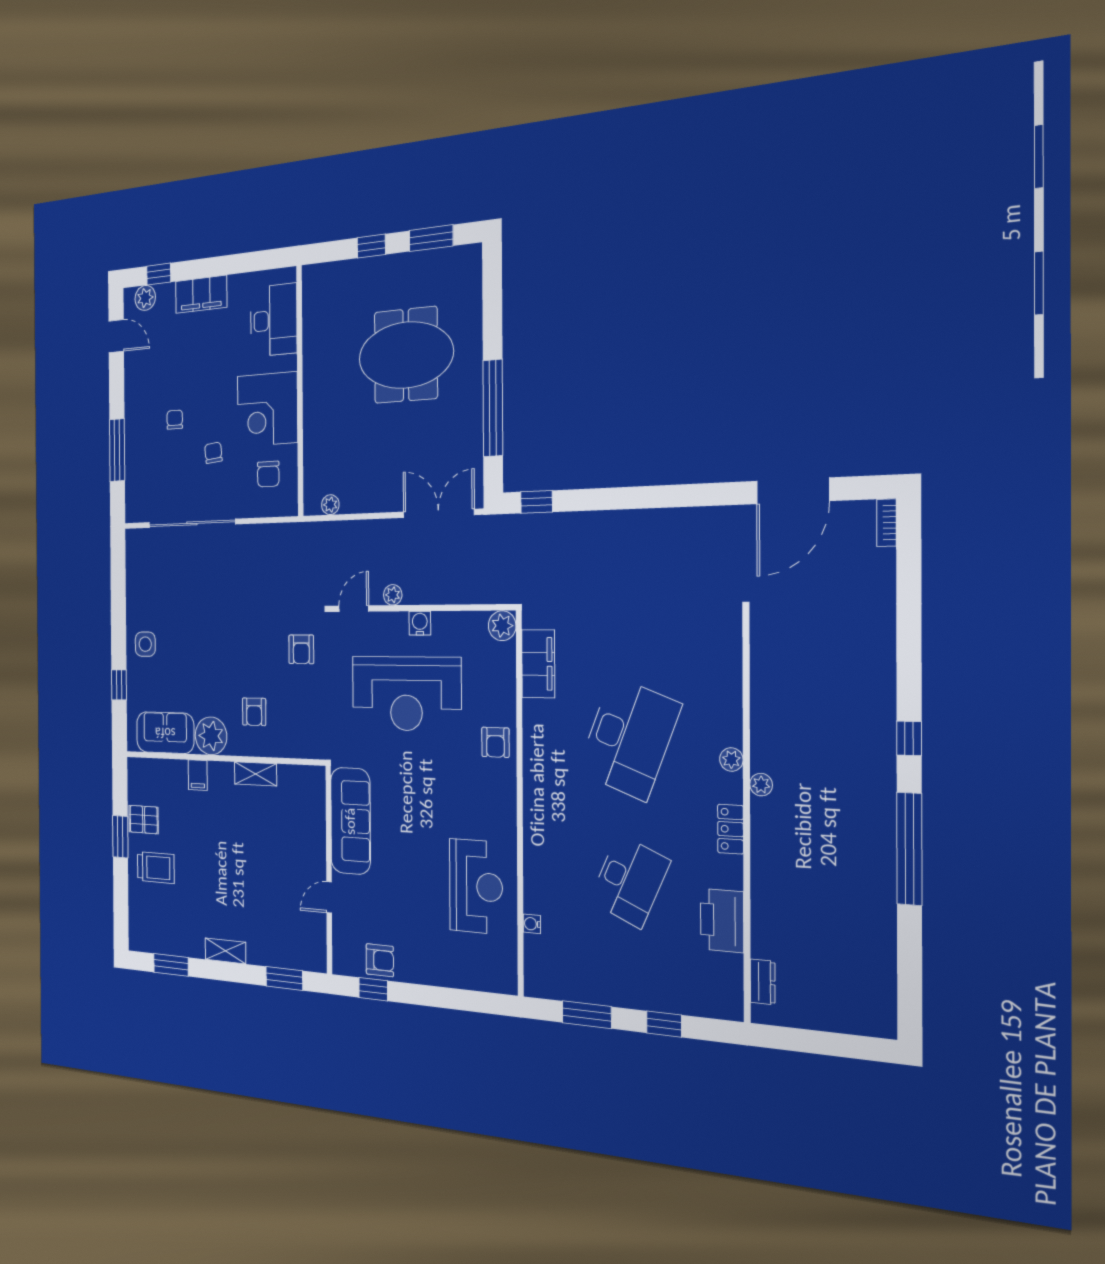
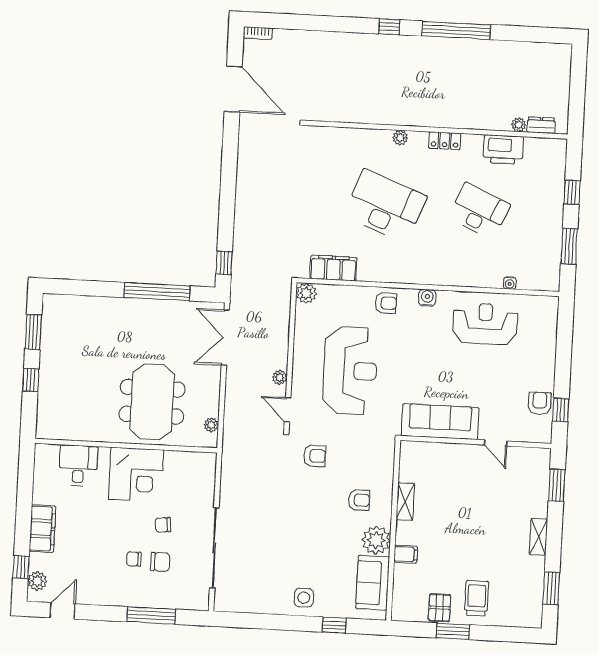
desk: (274, 320) -> (78, 466), width x0.73
meeting table: (406, 355) -> (152, 402), moved
chair: (268, 474) -> (160, 562), moved
water cooler: (420, 623) -> (427, 298), moved, turned 90
plant: (761, 785) -> (519, 125), moved

